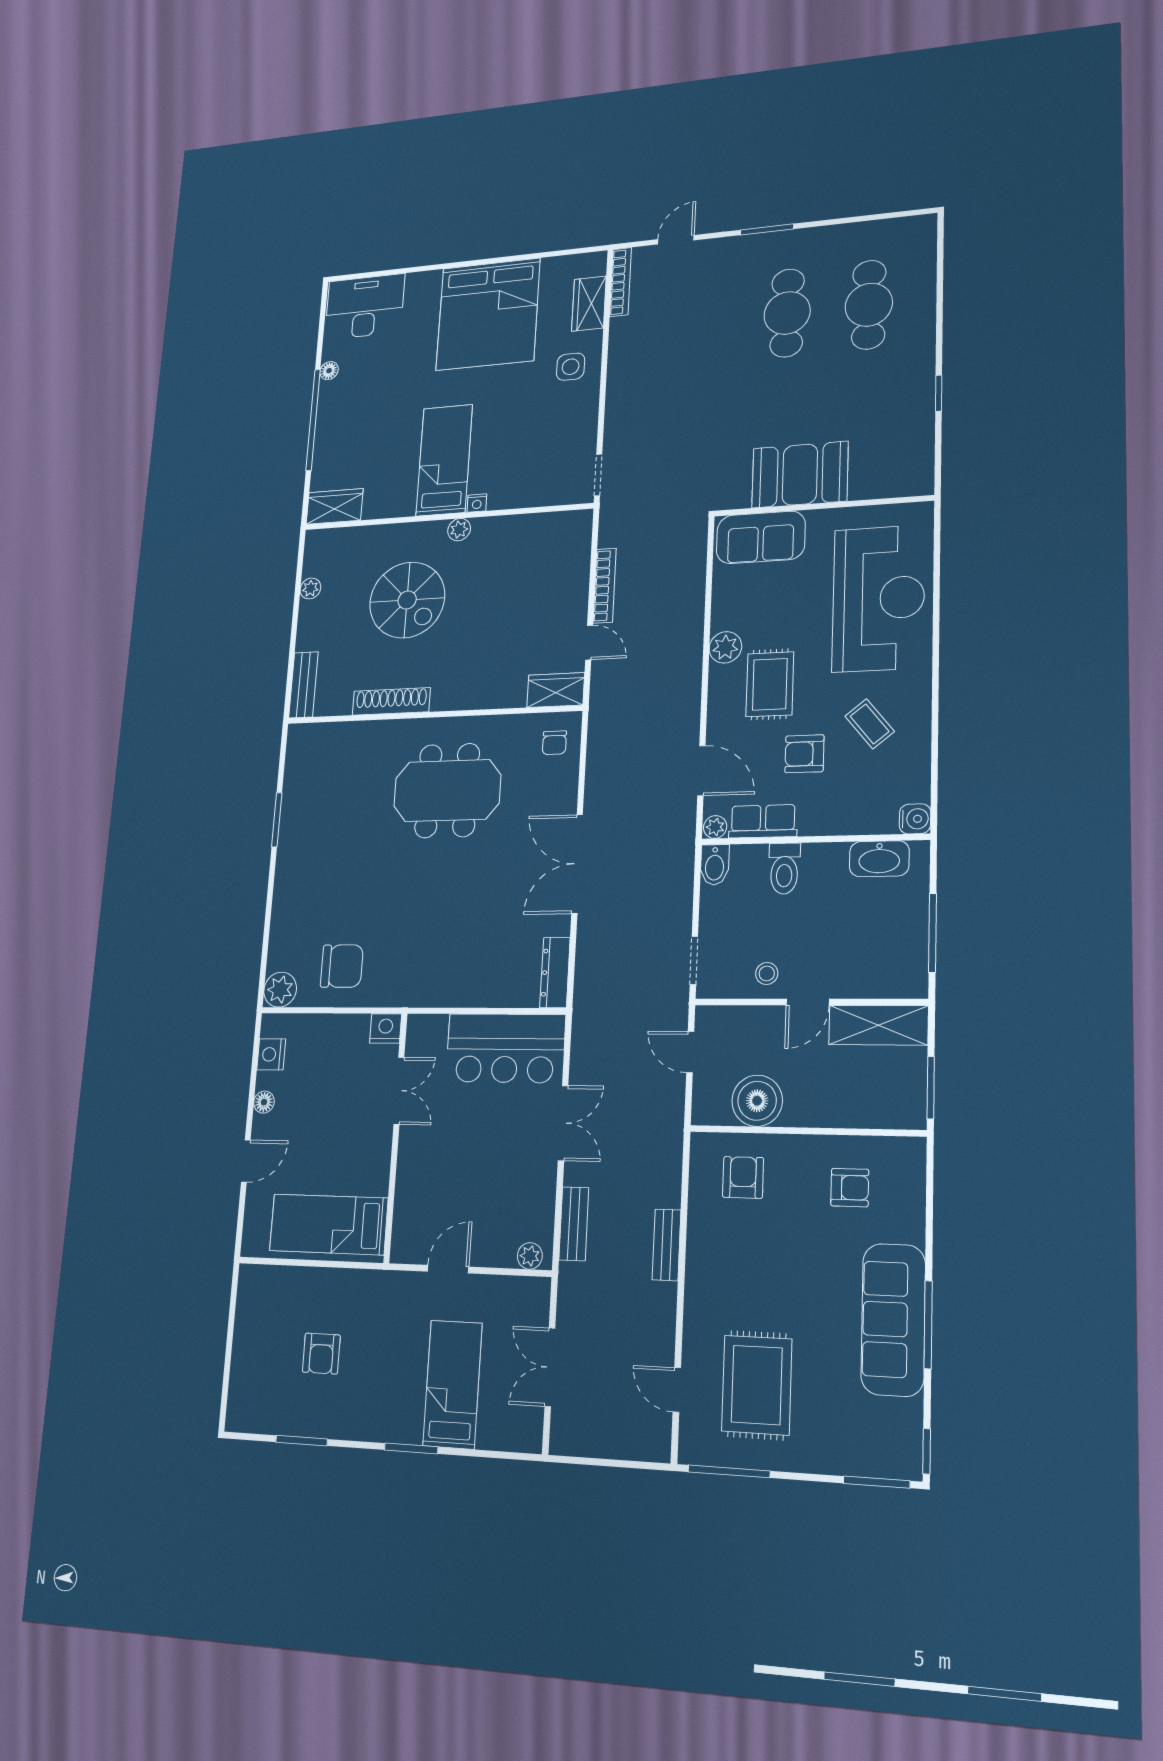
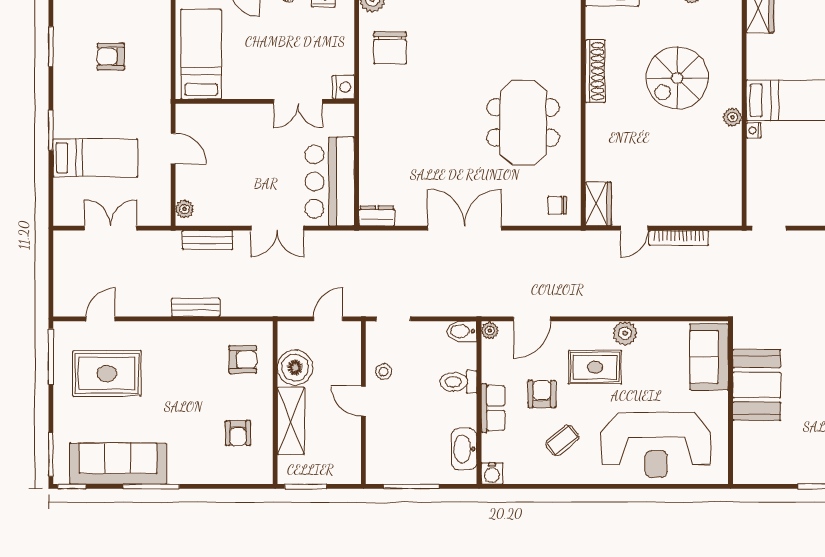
row of seats: (763, 821) -> (493, 408), moved
dresser: (555, 973) -> (377, 216), width x0.70
shelving: (878, 1025) -> (291, 421), moved
sofa: (893, 1319) -> (118, 464), moved

